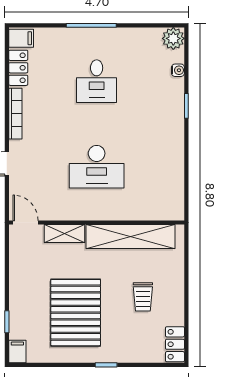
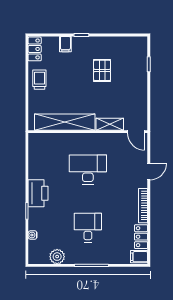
plant: (173, 38) -> (57, 257), moved
printer: (170, 132) -> (38, 193), added
trolley: (143, 297) -> (39, 80), moved
pallet: (76, 313) -> (102, 70), width x0.49, depth x0.50
filing cabinet: (17, 352) -> (65, 44), moved

